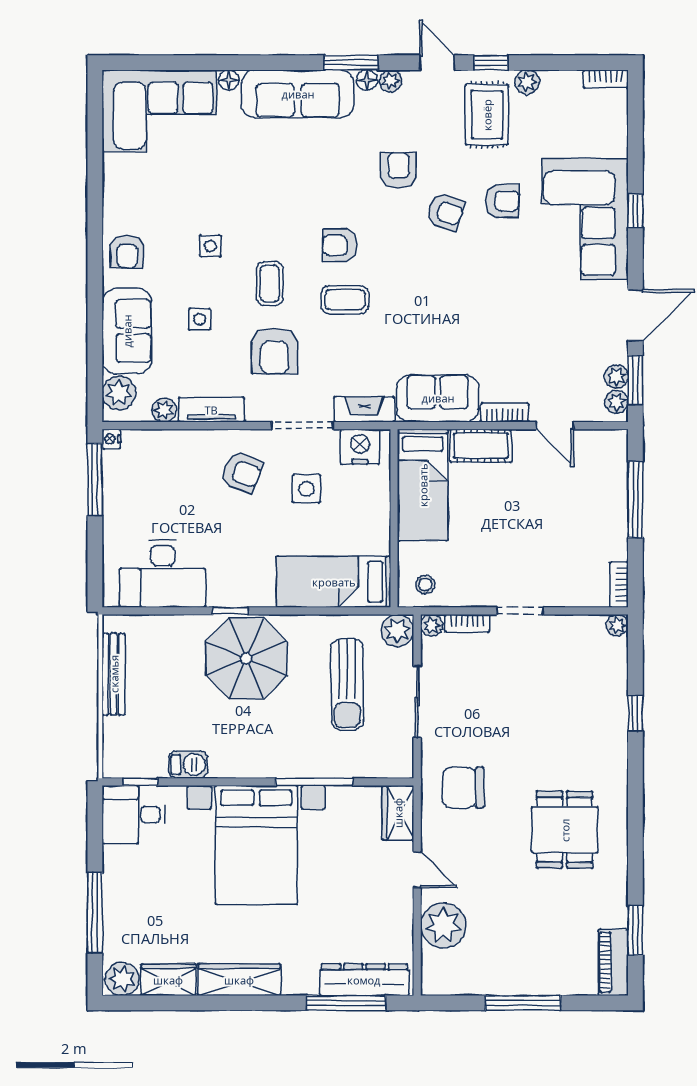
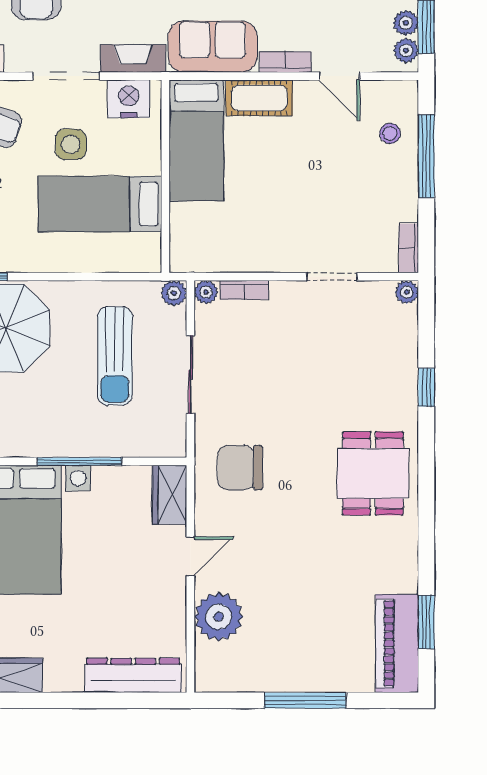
bed: (334, 582) -> (100, 204), moved
stool: (425, 584) -> (390, 133), moved
doorway: (520, 611) -> (332, 277), moved
plant: (397, 631) -> (174, 293), width x0.73, depth x0.73
dining table: (565, 830) -> (373, 473), moved
door: (417, 870) -> (190, 556), hinge flipped
piano: (613, 962) -> (397, 643), width x1.37, depth x1.33
window: (346, 1003) -> (114, 700), removed

